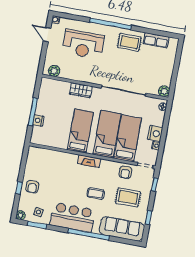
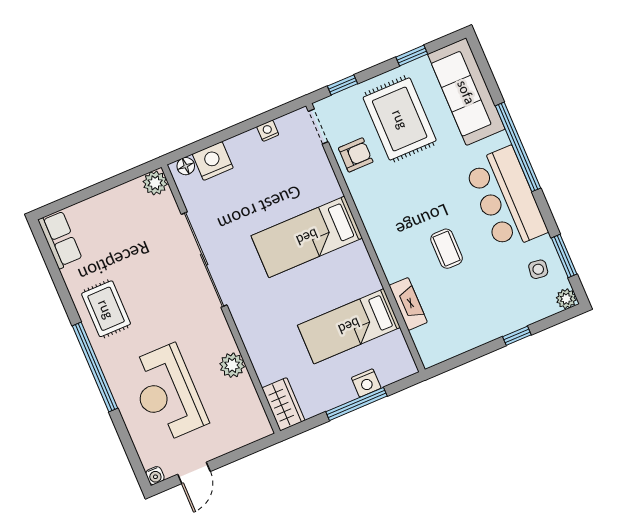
row of seats: (156, 40) -> (60, 239), moved
reception desk: (83, 44) -> (167, 393), turned 180
plant: (54, 71) -> (232, 365), moved
wardrobe: (81, 90) -> (283, 404), moved
bed: (80, 131) -> (349, 326), moved
nightstand: (155, 133) -> (213, 161), moved
bed: (128, 138) -> (289, 193), removed
fireplace: (89, 161) -> (408, 304), moved
armchair: (32, 187) -> (498, 312), removed
coffee table: (96, 194) -> (447, 249), moved
rug: (128, 197) -> (400, 119), width x1.36, depth x1.43

